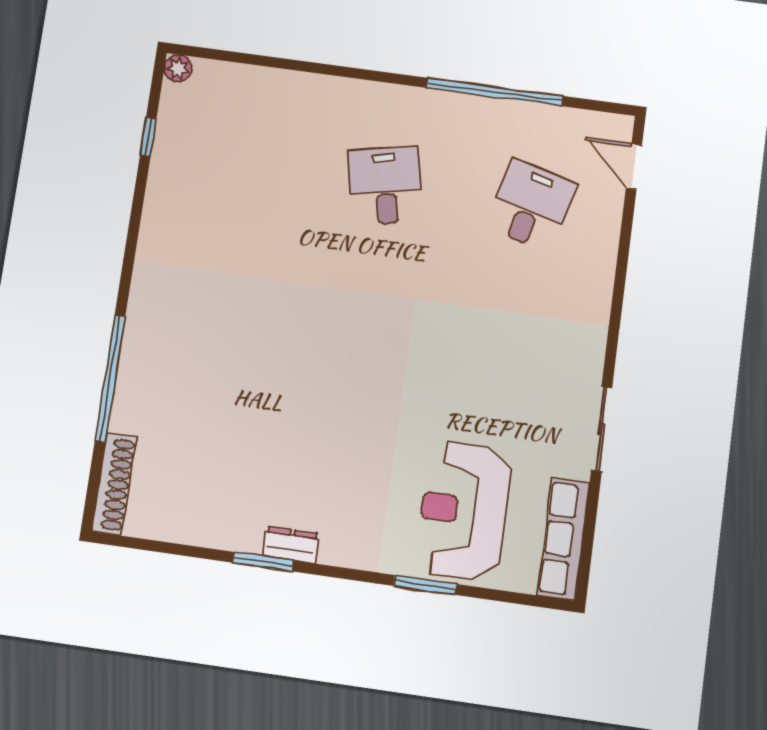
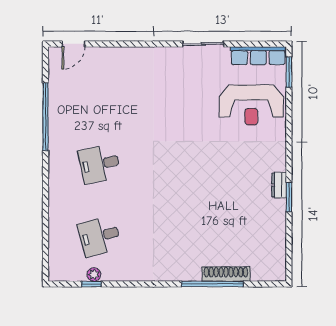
plant: (178, 68) -> (94, 275), moved
desk: (531, 205) -> (100, 236), moved, turned -30
shoe rack: (114, 484) -> (226, 274), moved
window: (425, 585) -> (289, 72), moved

